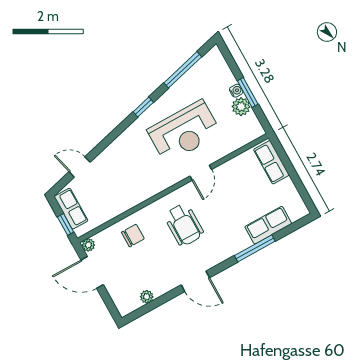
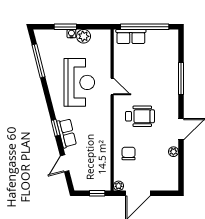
window: (248, 92) -> (65, 27), moved
window: (143, 107) -> (56, 128), moved
window: (292, 172) -> (145, 27), added
row of seats: (71, 209) -> (67, 133), moved, turned 76
row of seats: (268, 225) -> (171, 61), removed
plant: (147, 297) -> (173, 152), moved

